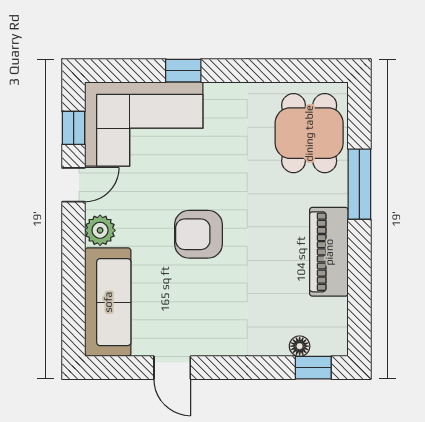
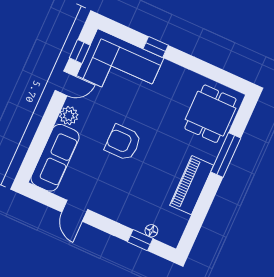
window: (313, 368) -> (140, 240), moved

